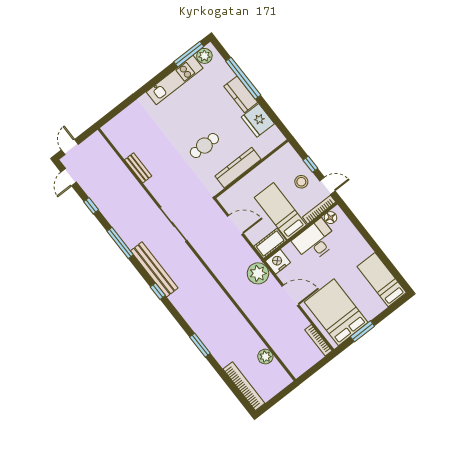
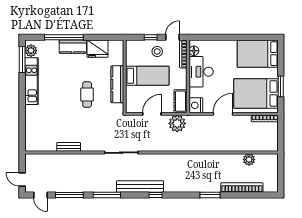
window: (91, 206) -> (69, 195), width x2.17
bed: (280, 211) -> (147, 76), moved, turned 180
plant: (258, 273) -> (177, 123), moved
bed: (382, 280) -> (258, 54), width x1.50
bookcase: (244, 386) -> (242, 187), moved

